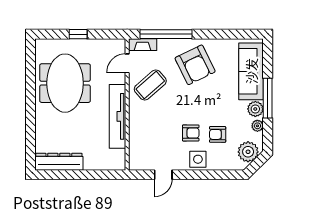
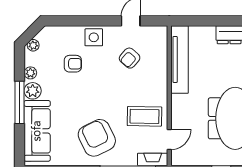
coffee table: (150, 85) -> (144, 116), turned 42
tv unit: (117, 116) -> (179, 59), moved
armchair: (191, 133) -> (130, 58), moved, turned -49
plant: (248, 152) -> (33, 45), width x0.53, depth x0.53

